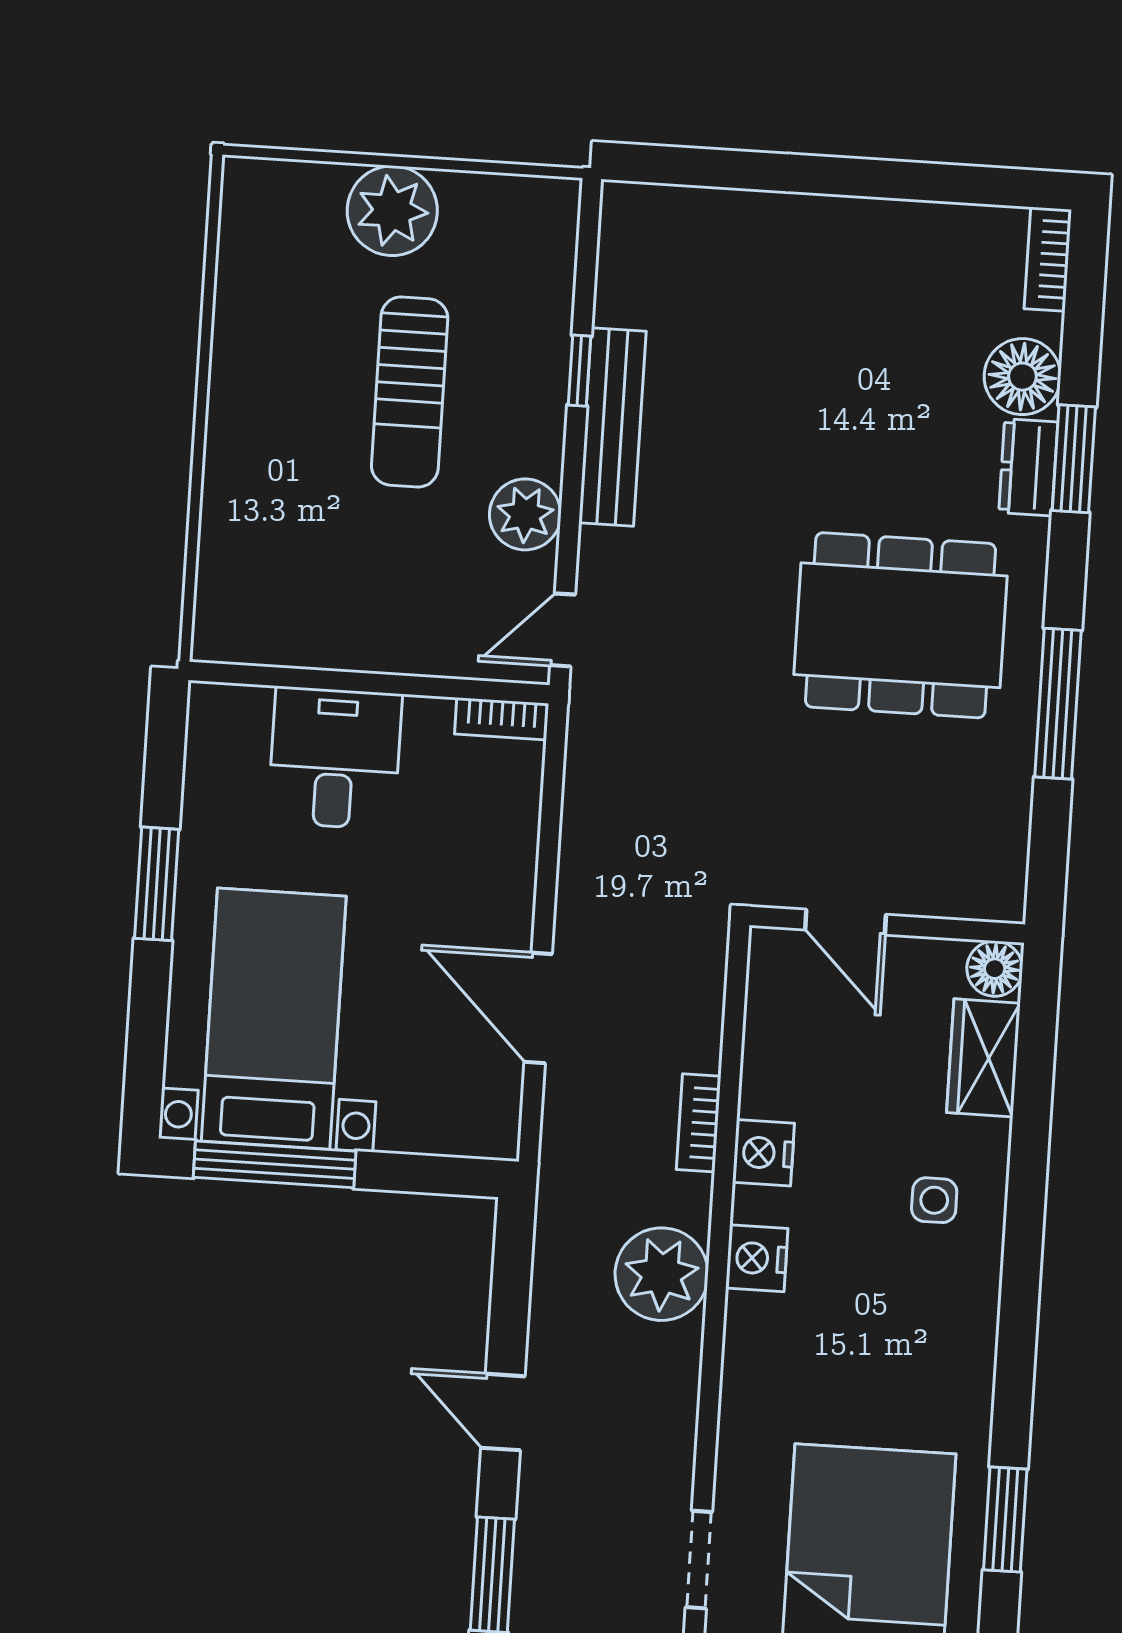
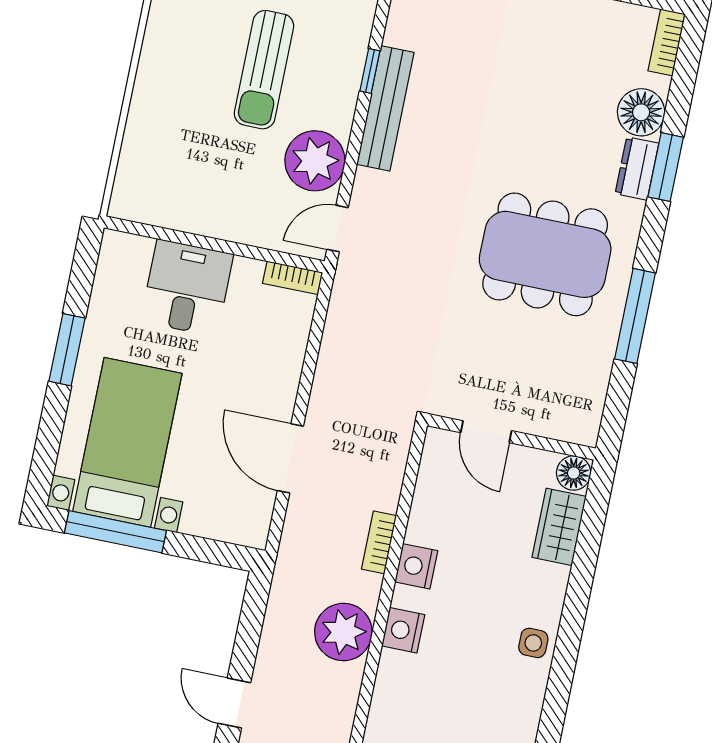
plant: (525, 514) -> (315, 161), width x1.36, depth x1.36
side table: (934, 1200) -> (533, 643), moved

